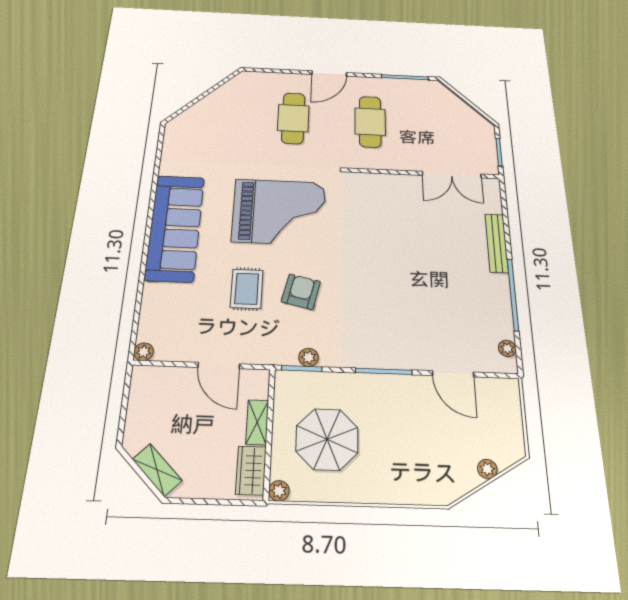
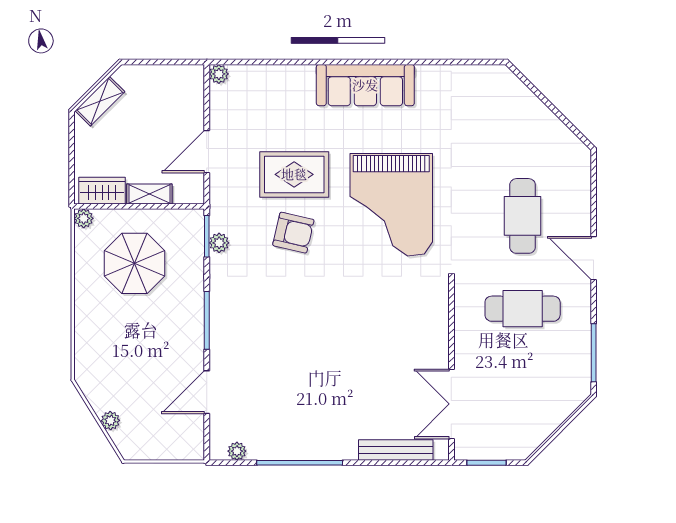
cafe table: (293, 118) -> (523, 216), turned 90
sofa: (175, 228) -> (365, 85), width x0.74, depth x0.79
bench: (497, 243) -> (396, 450), moved
rug: (247, 289) -> (294, 174), width x1.36, depth x1.43

